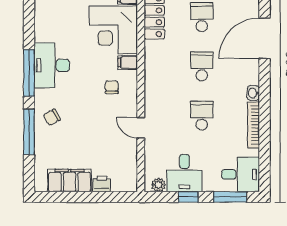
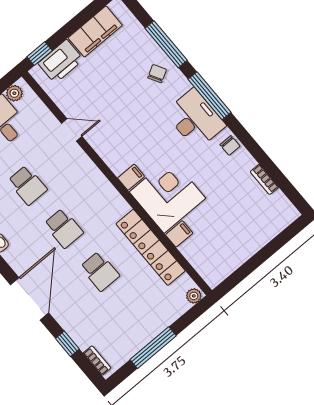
chair: (112, 87) -> (230, 145), moved
printer: (102, 184) -> (61, 61), width x1.87, depth x1.48
window: (119, 197) -> (40, 54), added

